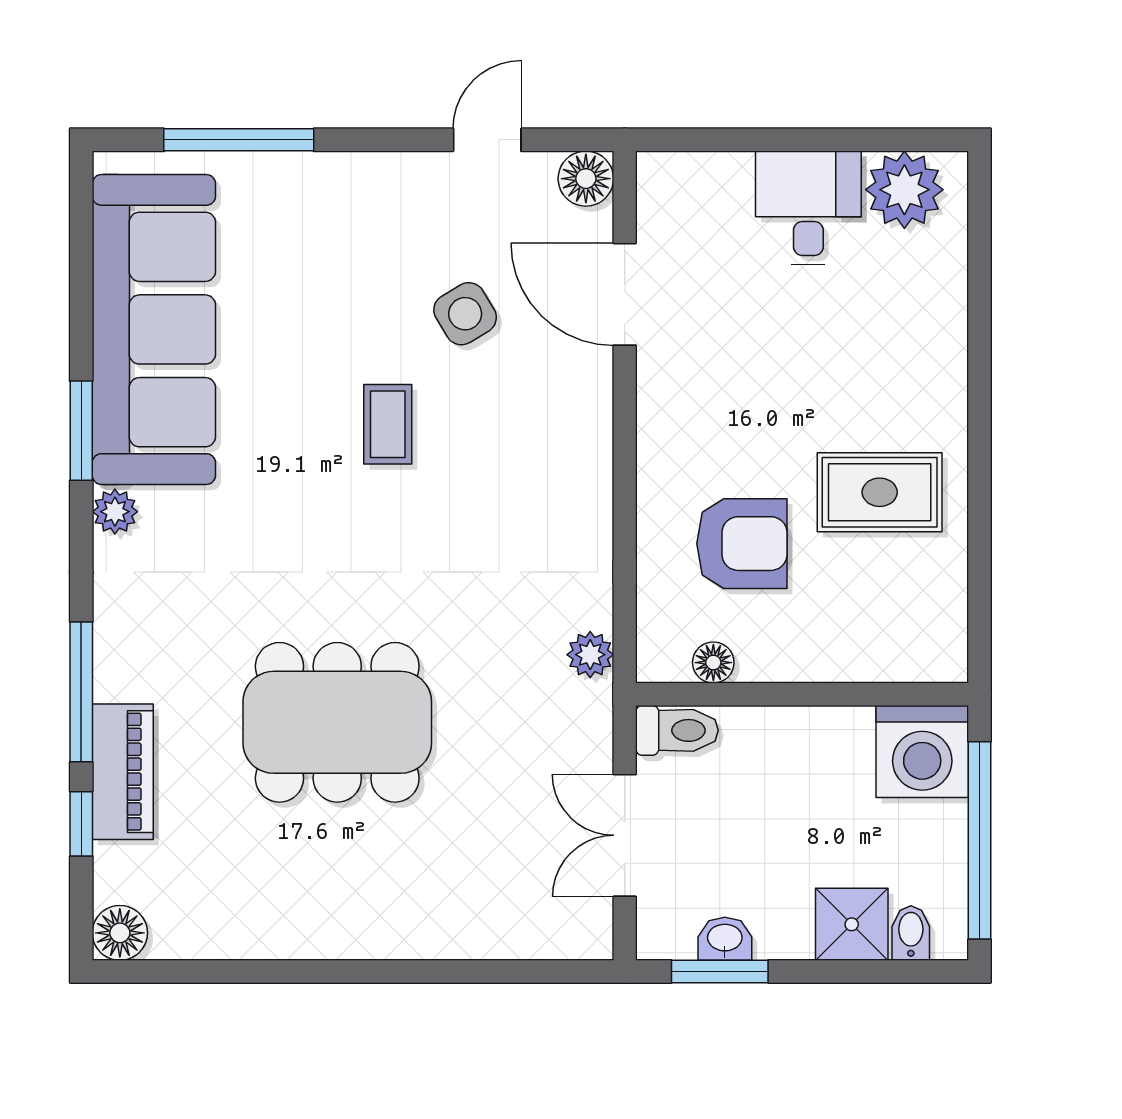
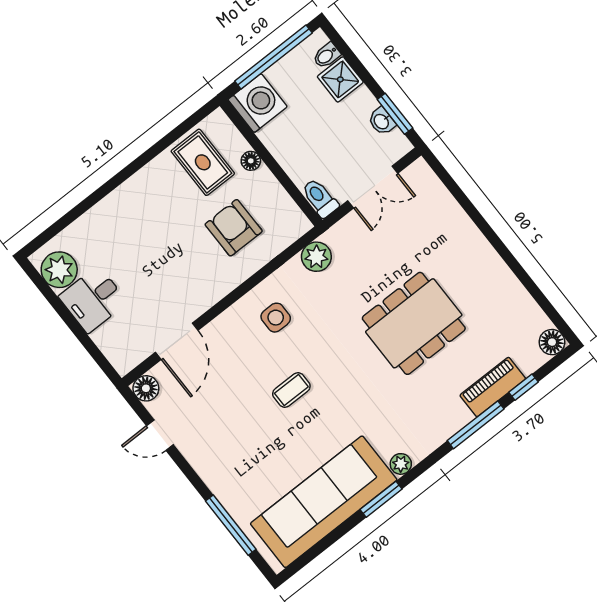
side table: (465, 314) -> (276, 318), moved, turned 31
rug: (880, 492) -> (203, 162), moved
plant: (590, 655) -> (316, 257), width x1.38, depth x1.38
floor lamp: (713, 663) -> (251, 161), moved
dining table: (337, 722) -> (414, 323), turned 90

